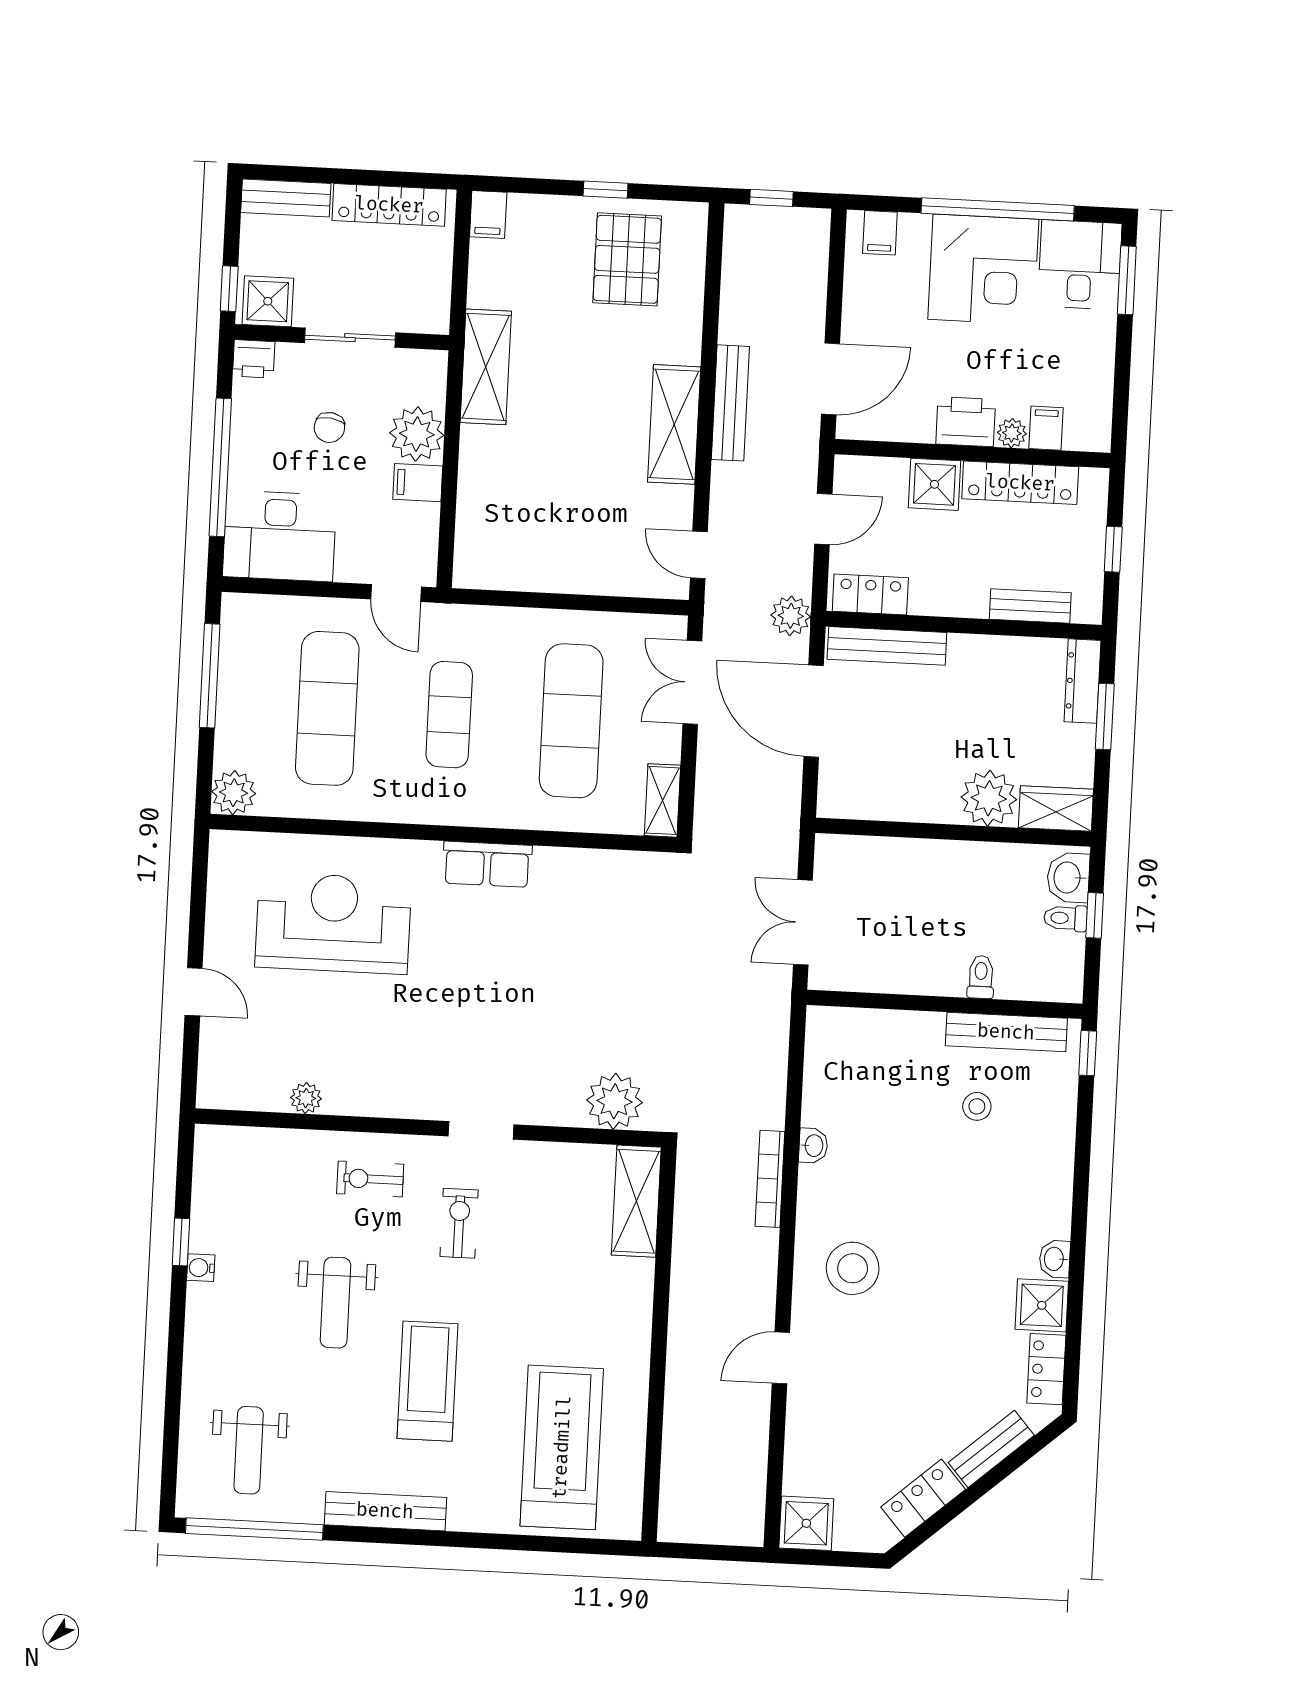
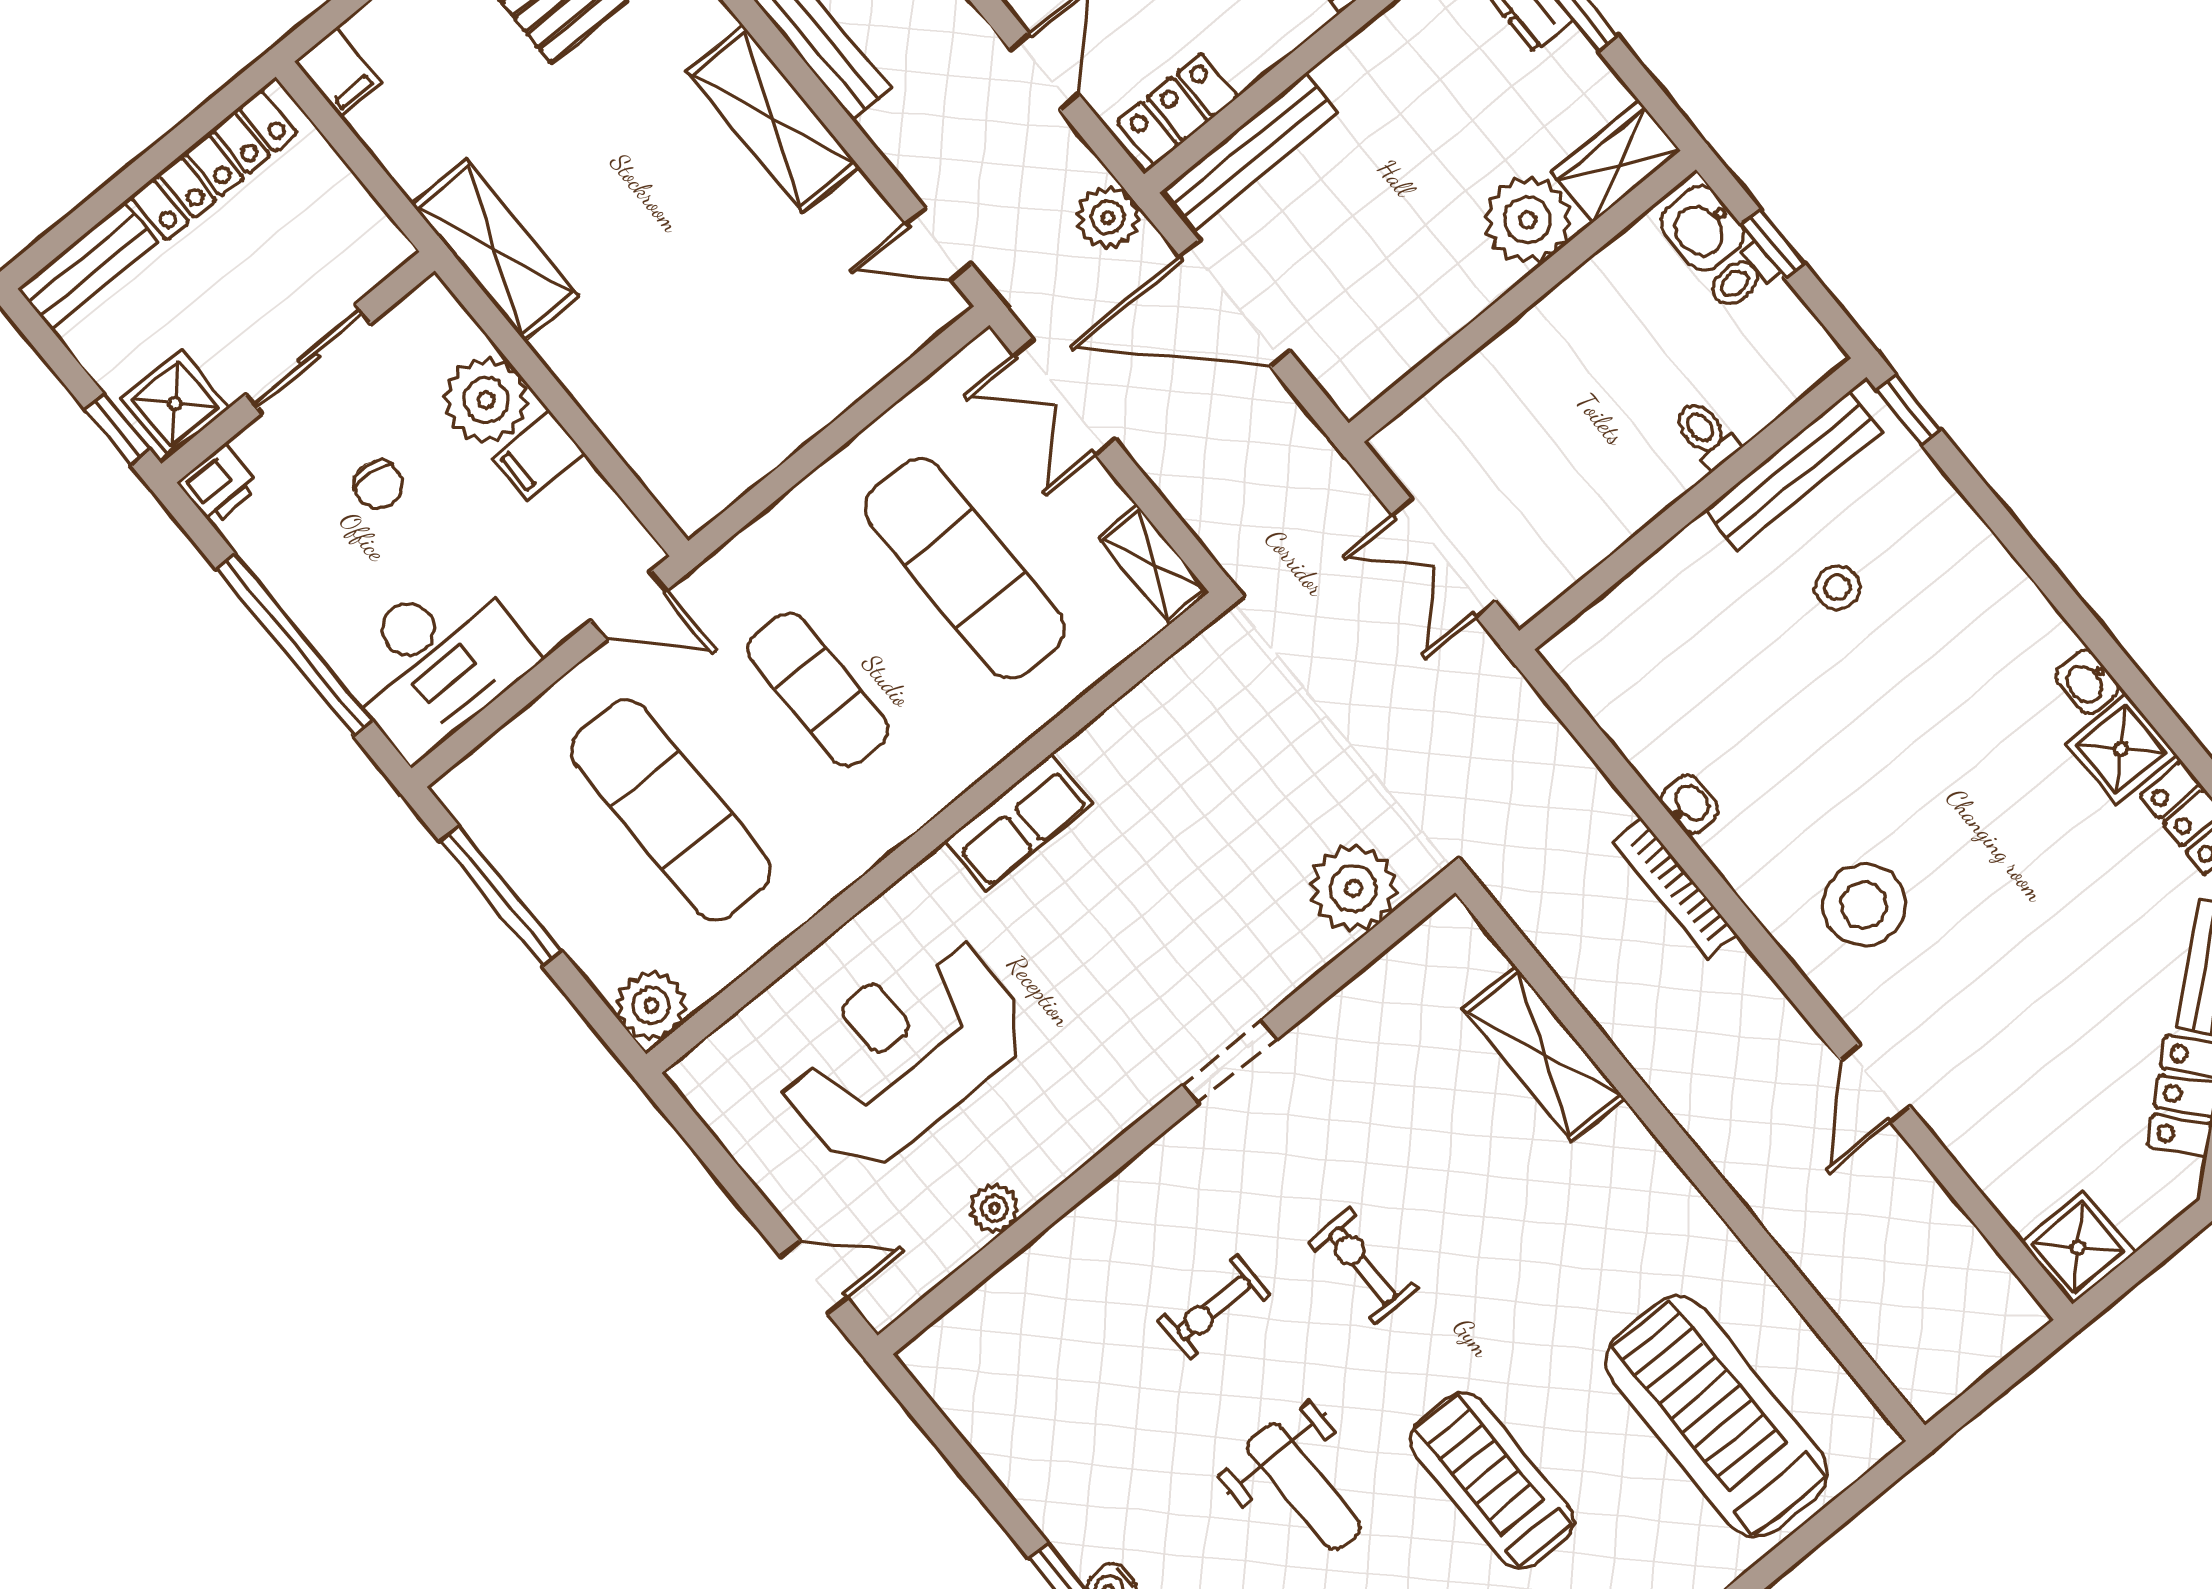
plant: (306, 1098) -> (994, 1208), moved
plant: (615, 1101) -> (1354, 888), moved
wall: (428, 1128) -> (1166, 1114), moved
doorway: (481, 1130) -> (1230, 1062), moved

